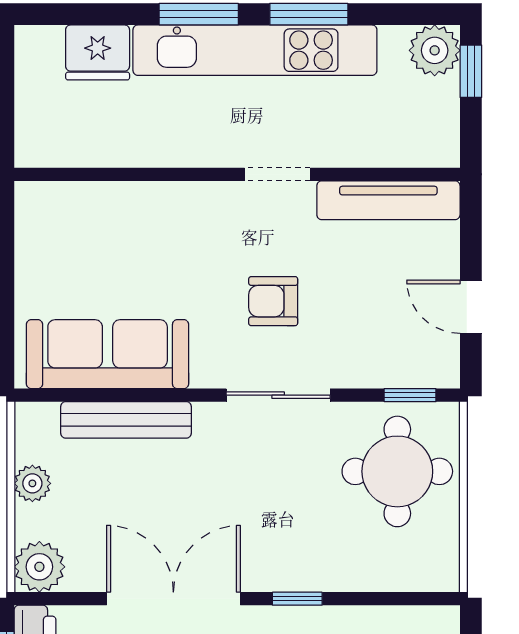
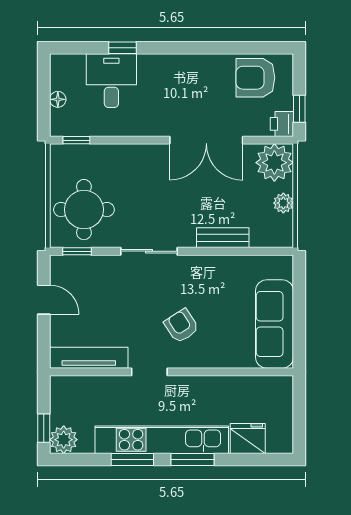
armchair: (273, 301) -> (181, 326), moved, turned -123
sofa: (108, 354) -> (275, 324), moved, turned 90
bench: (126, 420) -> (223, 238), width x0.73
plant: (39, 567) -> (274, 163), width x1.36, depth x1.36
window: (297, 599) -> (76, 140), moved

